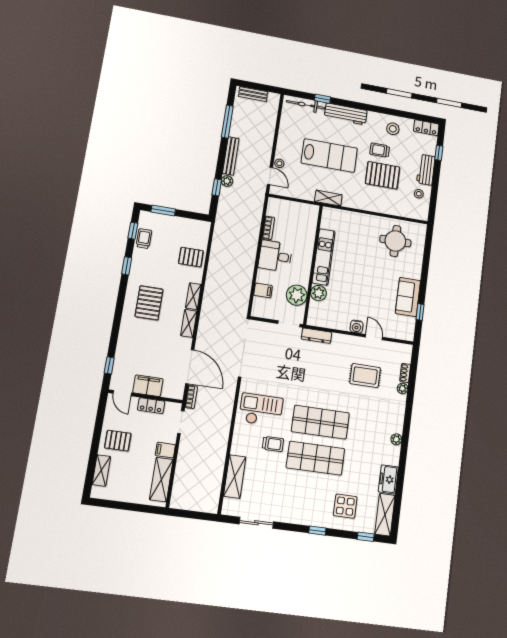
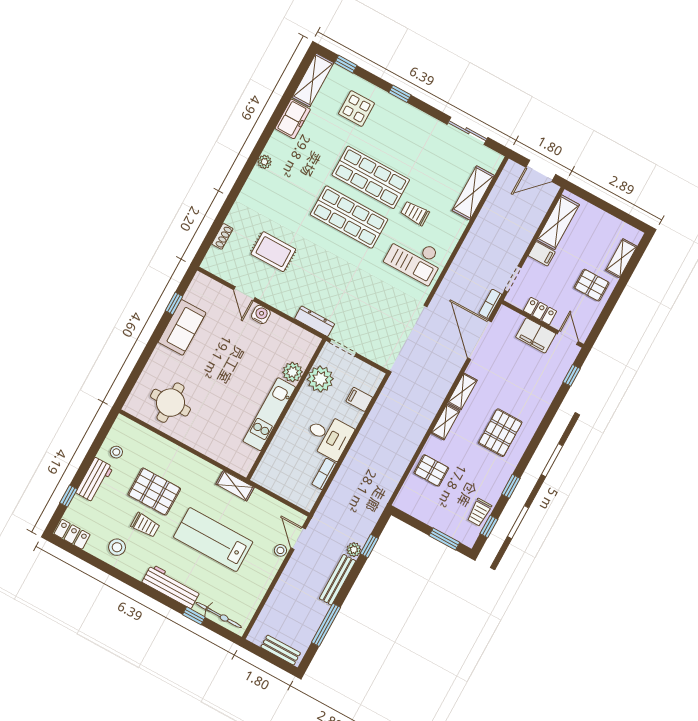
plant: (402, 388) -> (233, 219), removed
door: (189, 514) -> (541, 171), added

